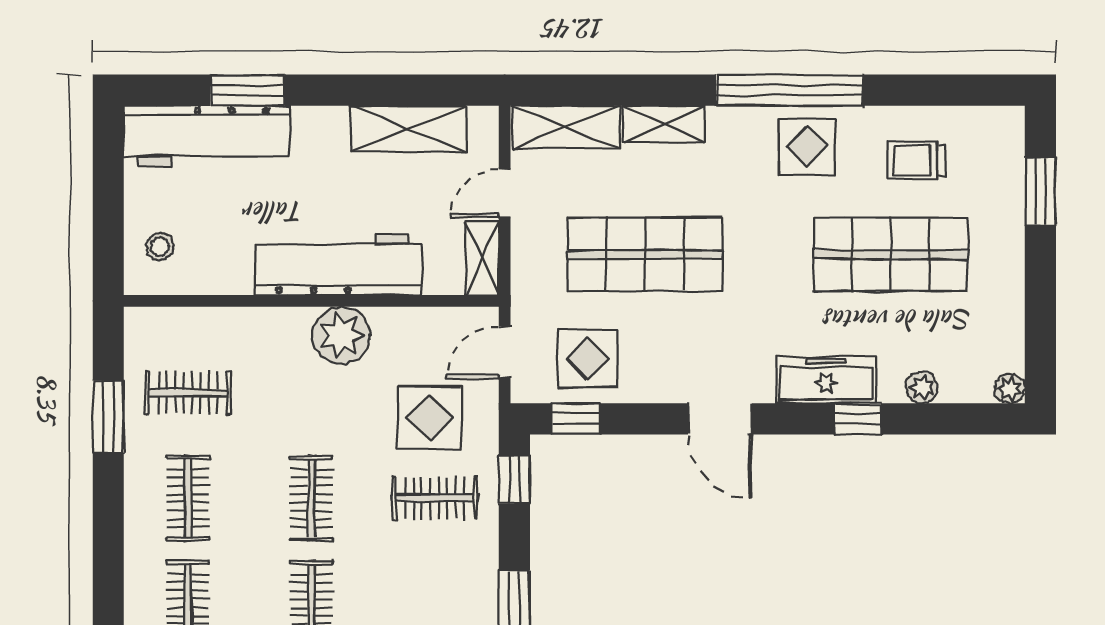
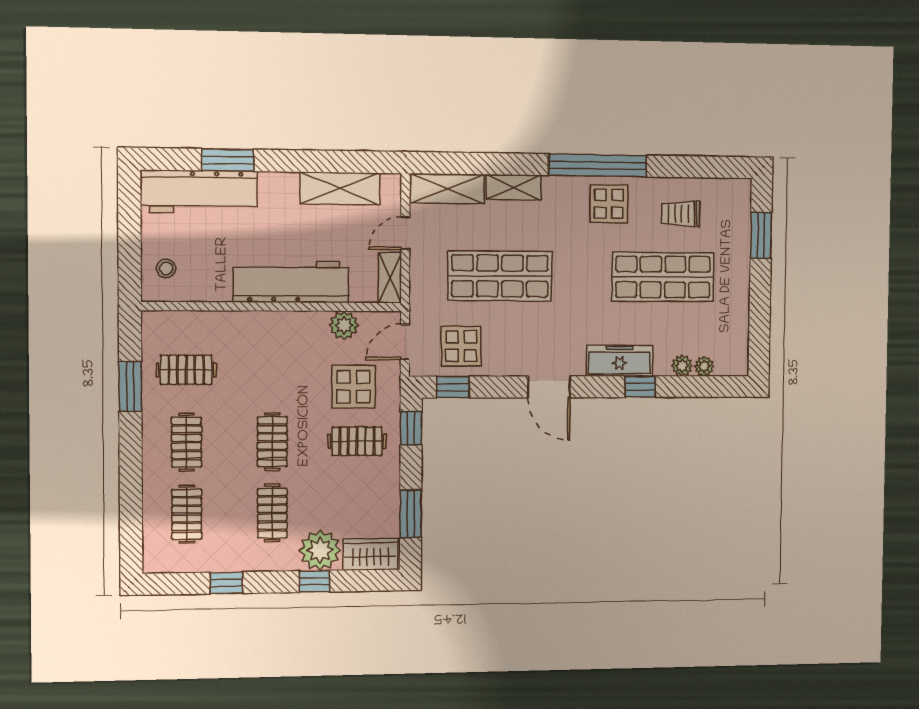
plant: (341, 336) -> (344, 325), moved, width x0.73, depth x0.73
plant: (1010, 389) -> (704, 366), moved

